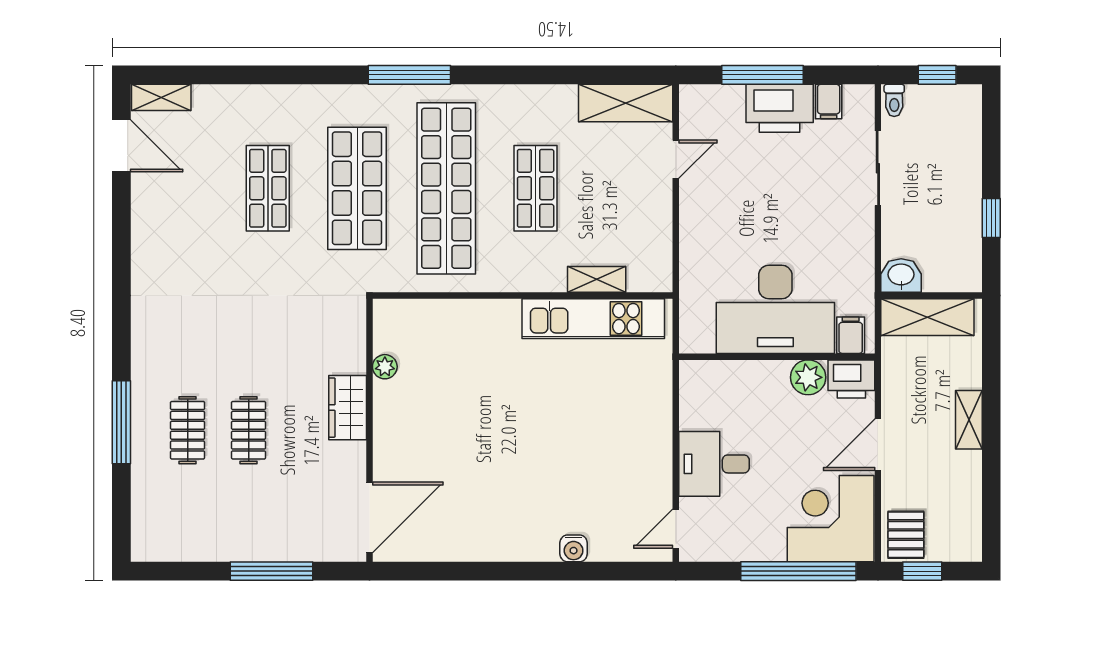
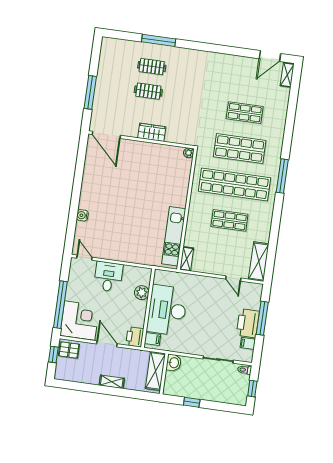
shelving: (597, 279) -> (187, 259), moved
plant: (385, 367) -> (189, 153), moved
plant: (808, 377) -> (142, 293), moved

